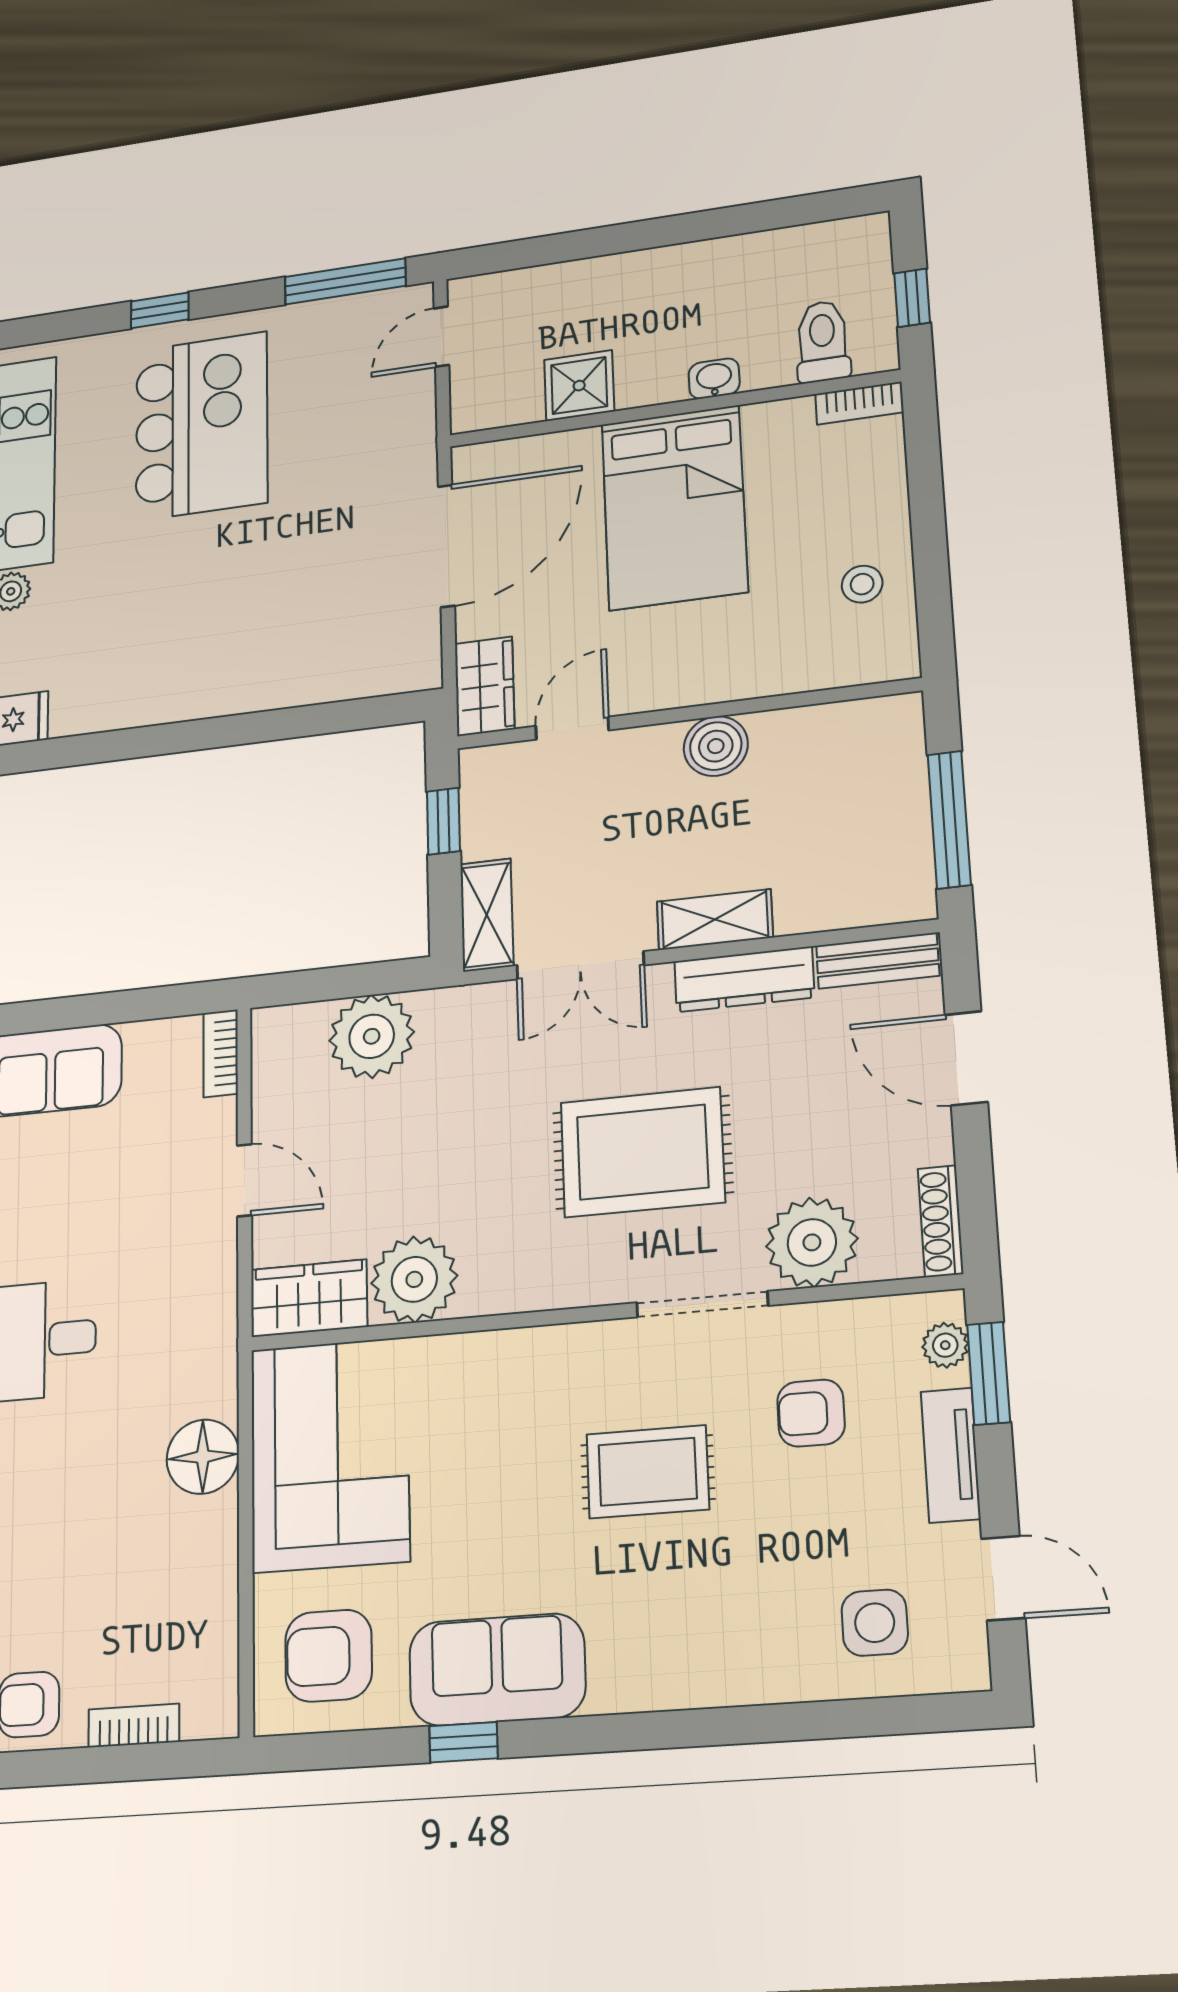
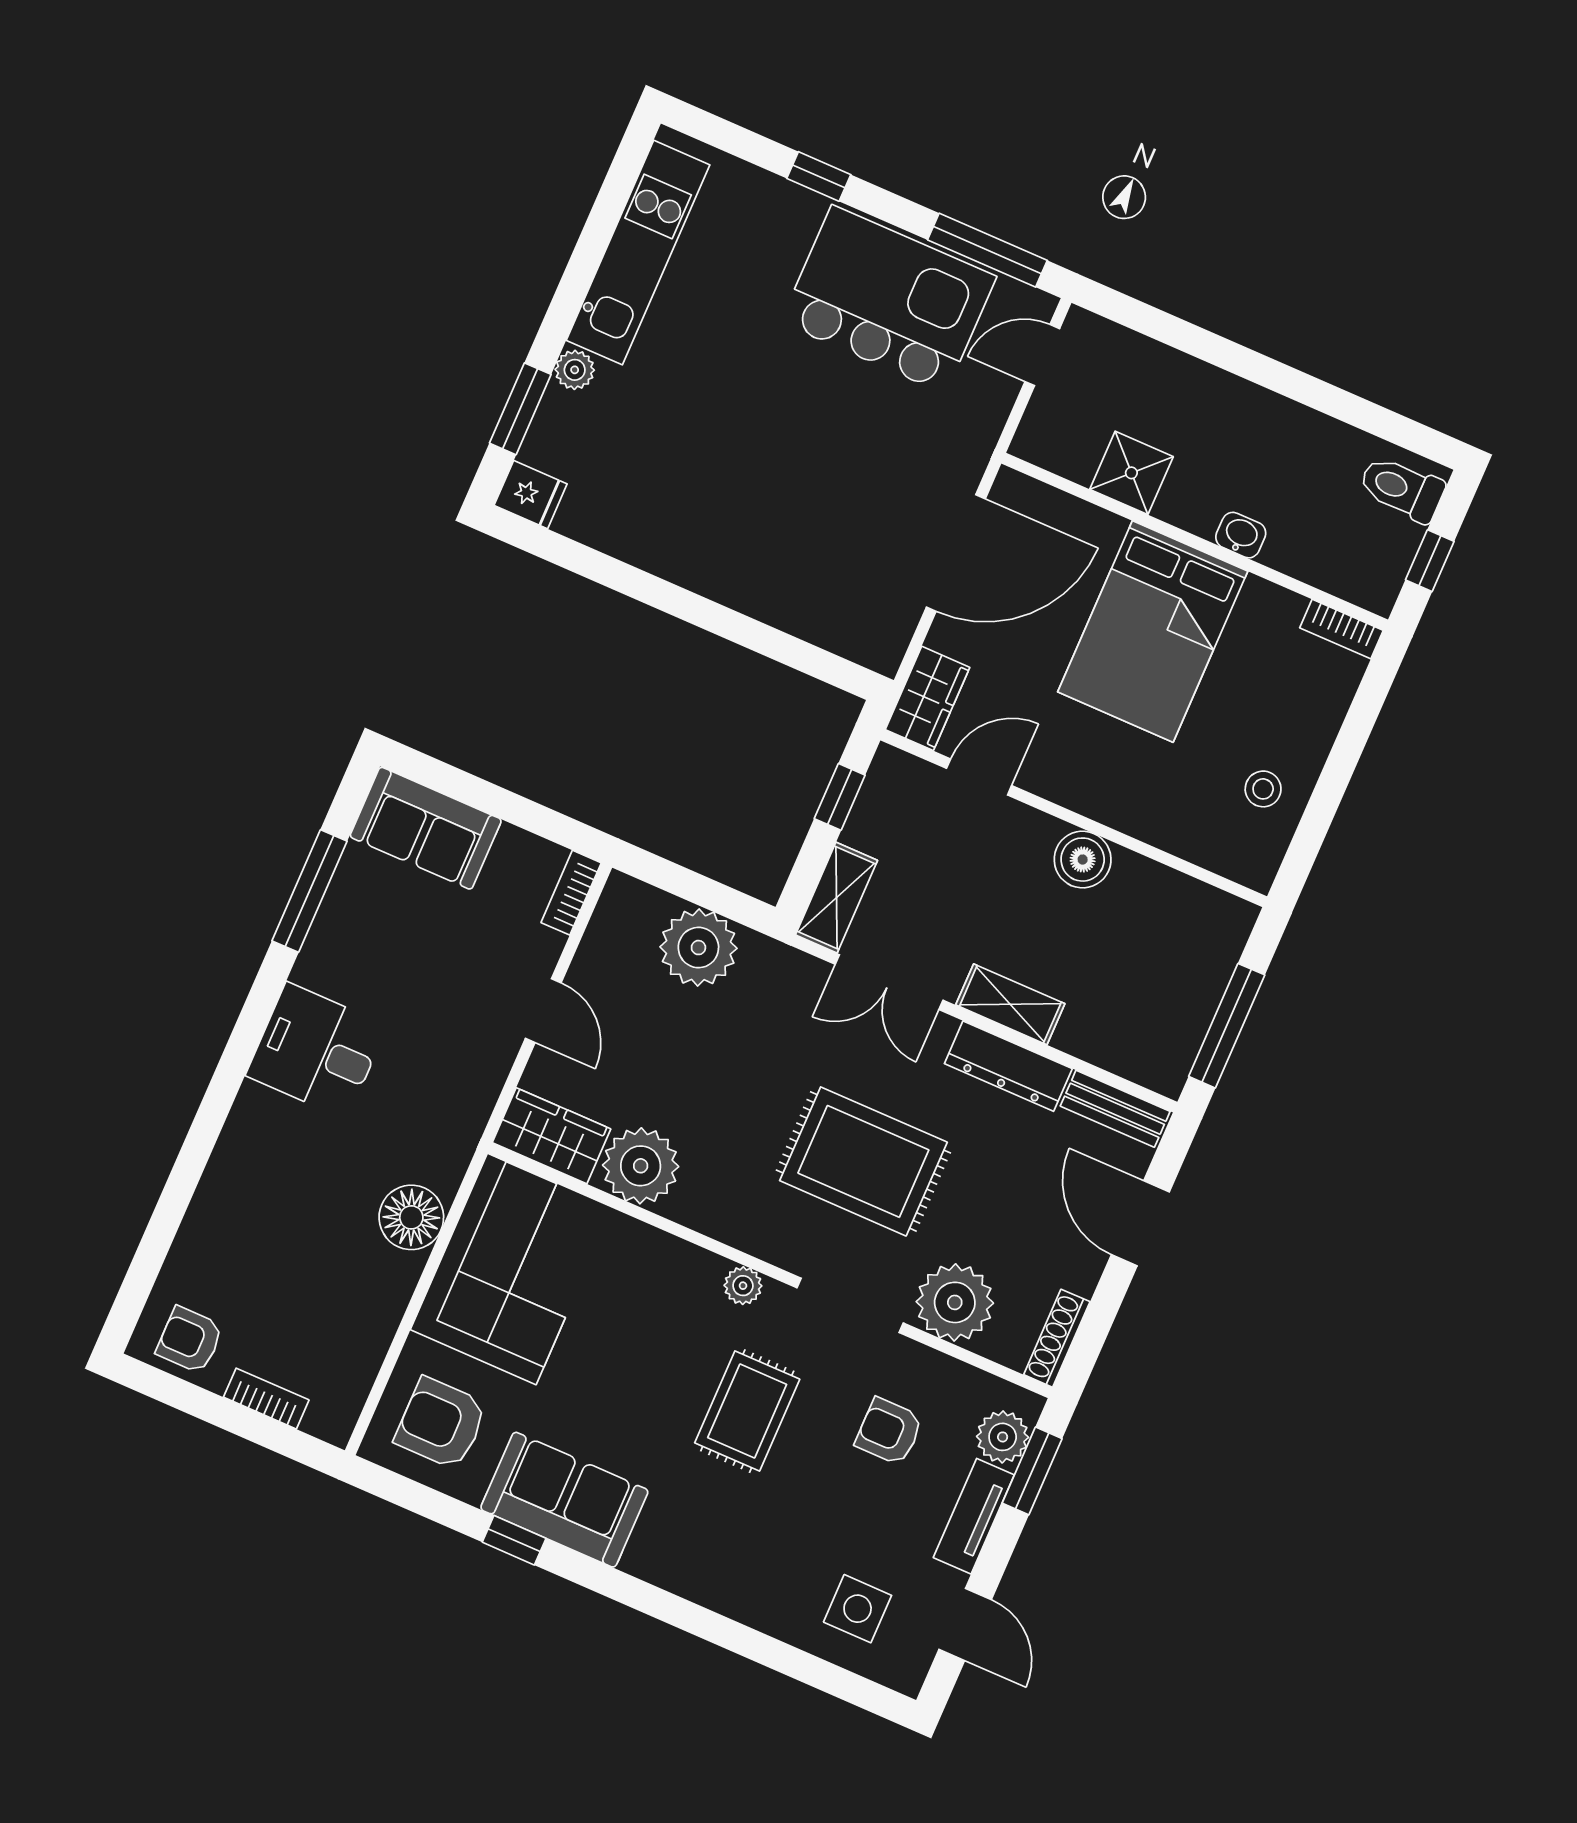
toilet: (823, 341) -> (1402, 489), moved, turned -90
kitchen island: (202, 426) -> (889, 299), moved, turned -90
plant: (579, 1344) -> (743, 1286), added
plant: (945, 1345) -> (1003, 1437), width x1.38, depth x1.38
rug: (648, 1472) -> (747, 1411), turned 90

